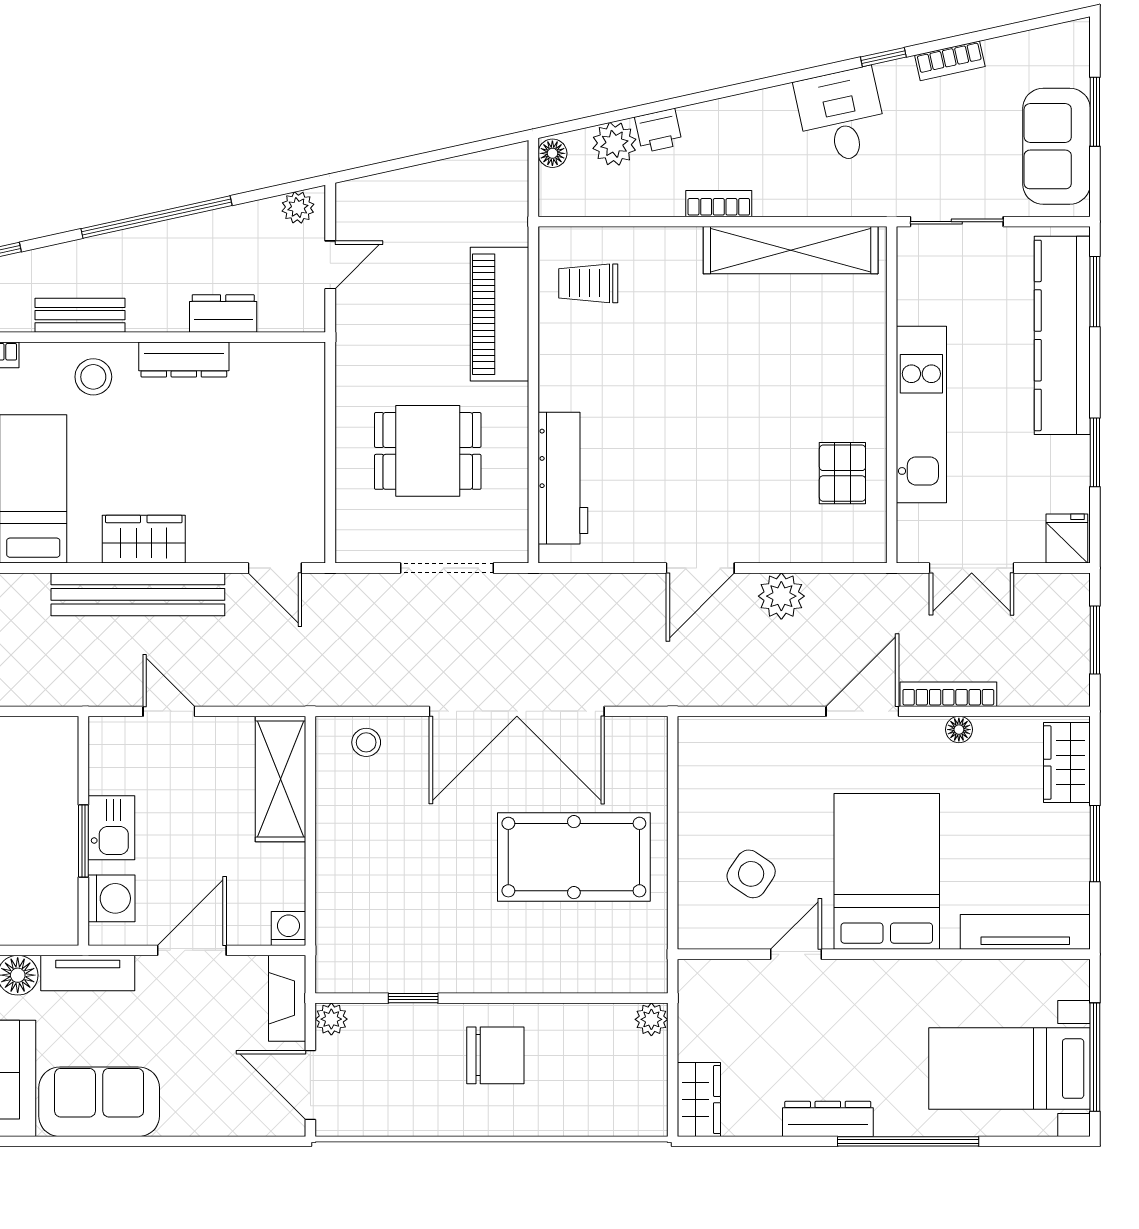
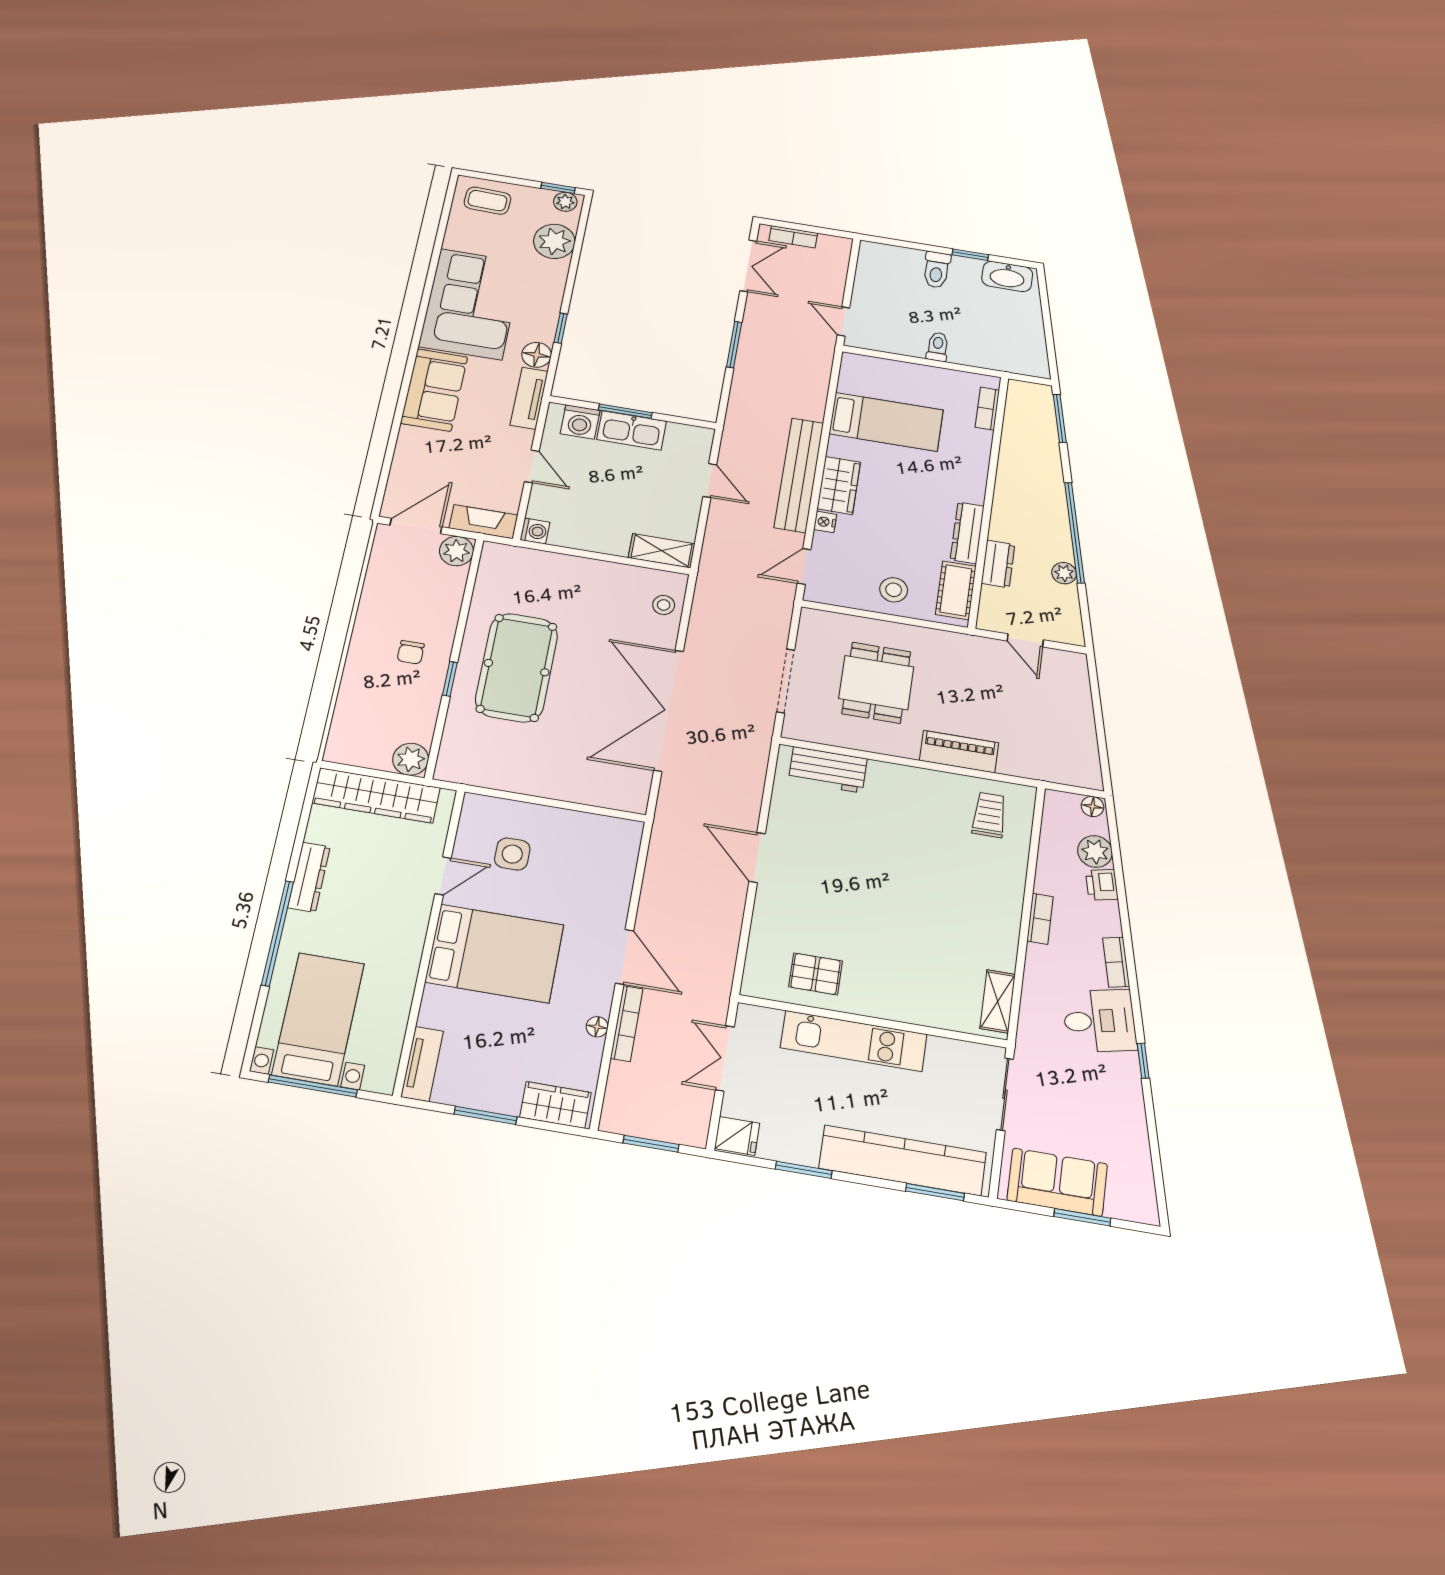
bookcase: (950, 61) -> (1116, 962), moved
plant: (298, 208) -> (1064, 573), moved
shelving: (791, 250) -> (998, 1001), width x0.45, depth x0.75
piano: (499, 314) -> (959, 752), width x0.73, depth x0.75
bench: (80, 315) -> (1008, 472), removed
cot: (273, 364) -> (956, 590), added
stool: (93, 377) -> (894, 590), moved
workbench: (563, 478) -> (828, 770), width x0.73
nightstand: (203, 550) -> (825, 522), added
plant: (781, 596) -> (726, 913), removed
door: (169, 711) -> (710, 481), hinge flipped
shelving: (280, 779) -> (662, 551), width x0.67, depth x0.75
kitchen sink: (111, 828) -> (632, 430), width x1.38
pool table: (574, 857) -> (517, 668), moved
side table: (751, 874) -> (512, 854), turned -34
tv unit: (1025, 932) -> (422, 1064), width x0.71
door: (192, 950) -> (532, 466), width x0.73
door: (796, 954) -> (443, 876), hinge flipped
window: (413, 998) -> (450, 679), moved
plant: (331, 1019) -> (456, 551), width x1.38, depth x1.38
plant: (651, 1019) -> (411, 759), width x1.38, depth x1.38
chair: (495, 1055) -> (411, 652), width x0.54, depth x0.54
wardrobe: (699, 1100) -> (376, 795), width x2.10, depth x1.17

